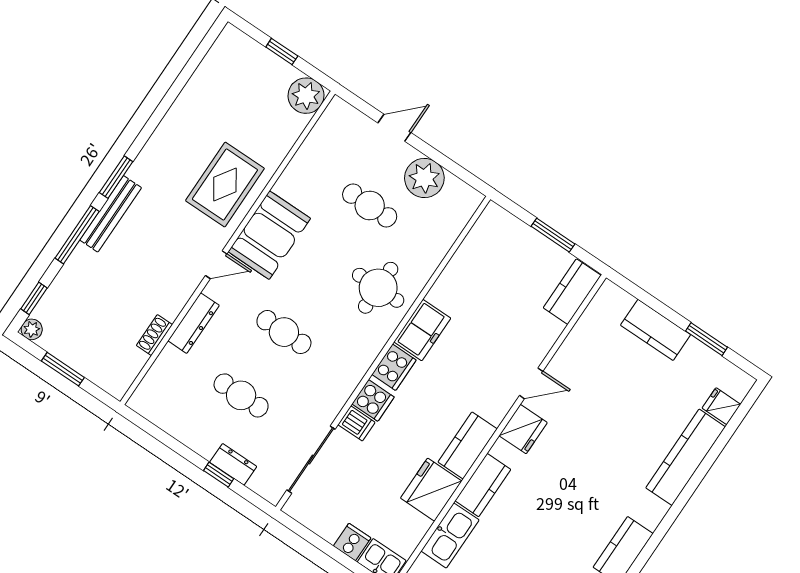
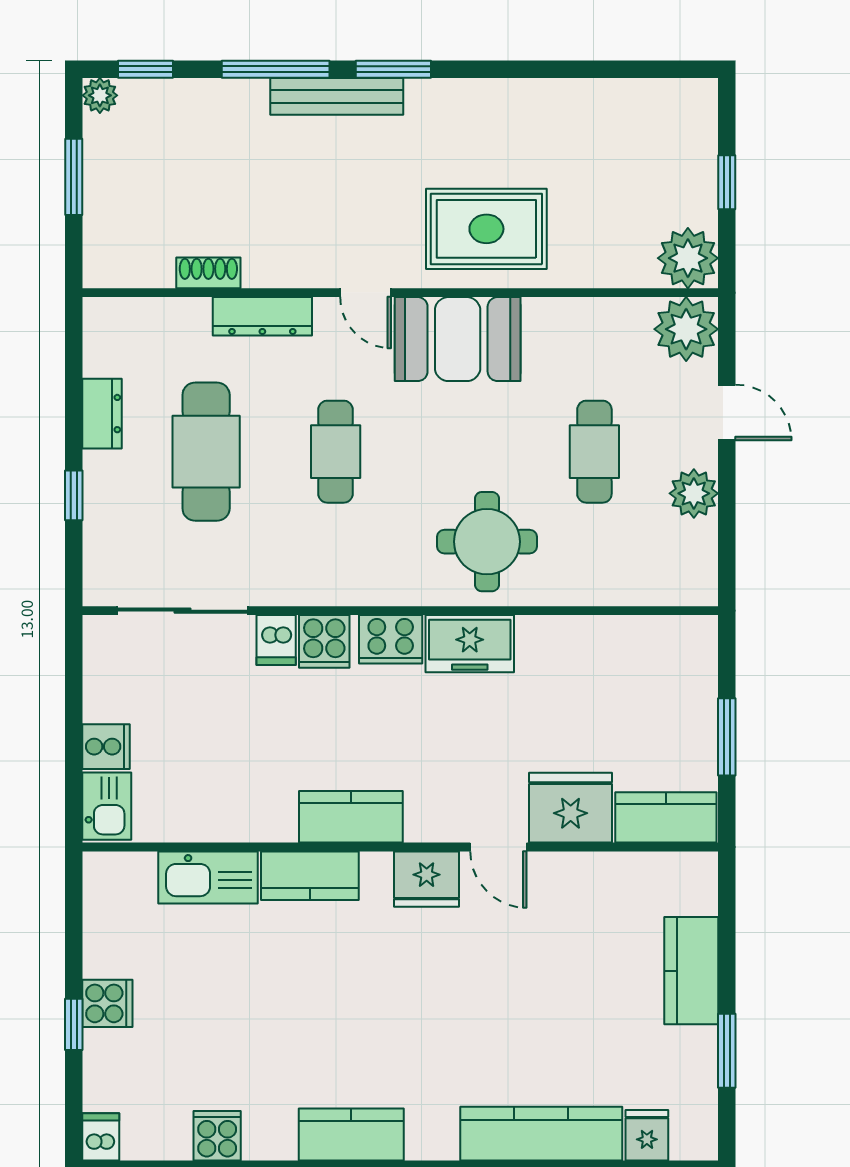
plant: (340, 120) -> (686, 329), added
plant: (424, 178) -> (694, 493), width x0.73, depth x0.73
cafe table: (241, 395) -> (206, 452), width x1.37, depth x1.35
dresser: (233, 464) -> (102, 414), moved
fridge: (431, 490) -> (571, 808), moved

